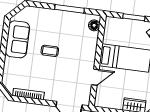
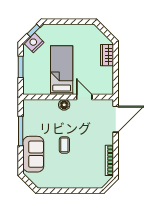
floor lamp: (94, 25) -> (64, 105), moved
sofa: (18, 39) -> (33, 154), moved, turned 90

